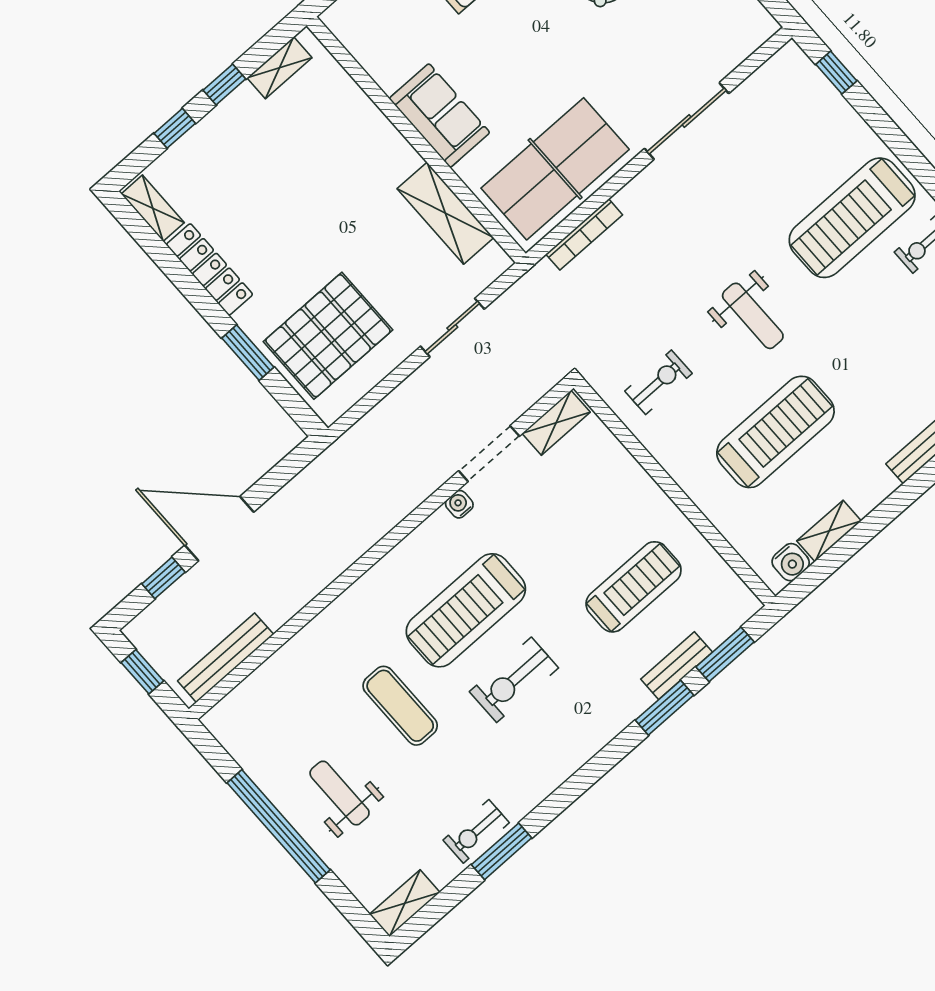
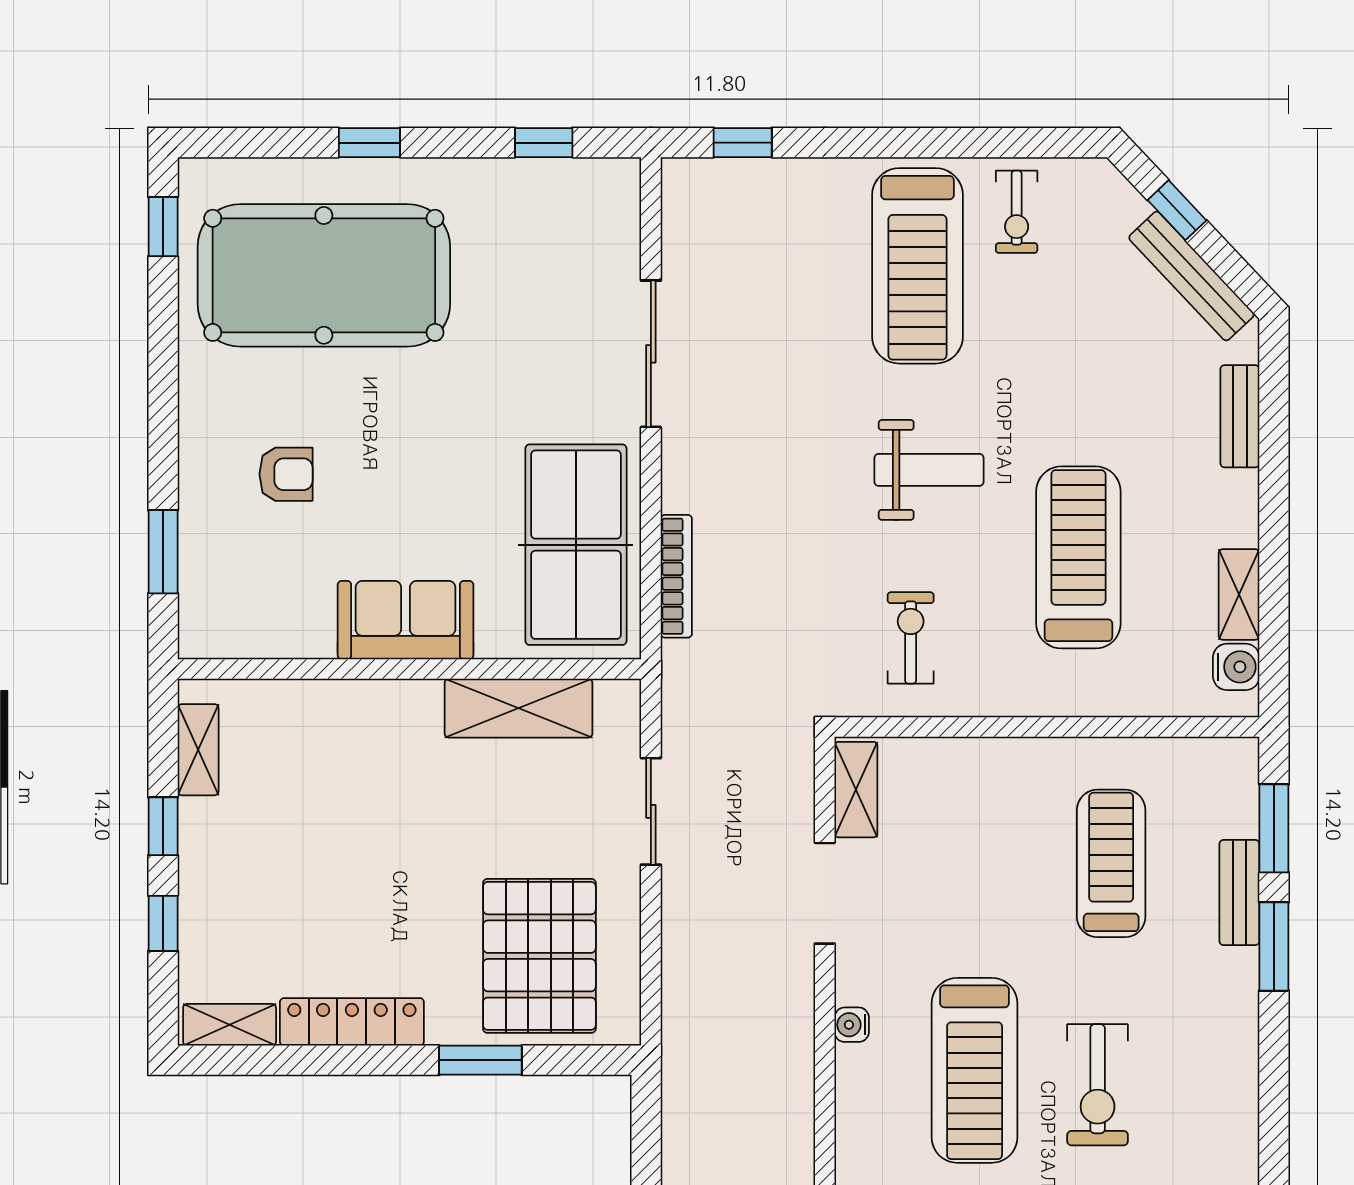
water cooler: (459, 504) -> (852, 1025), moved

